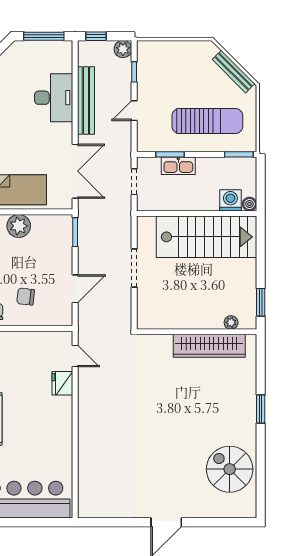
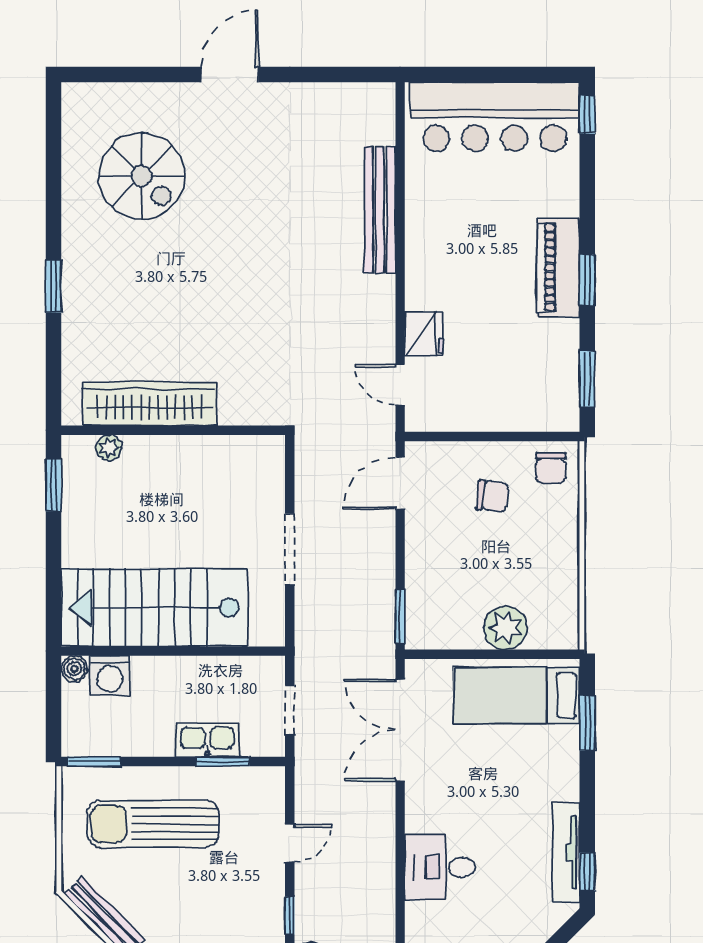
desk: (54, 98) -> (440, 867), width x0.73
bench: (86, 100) -> (380, 210), moved
door: (75, 289) -> (400, 483), moved
spiral stairs: (230, 469) -> (142, 176), moved

